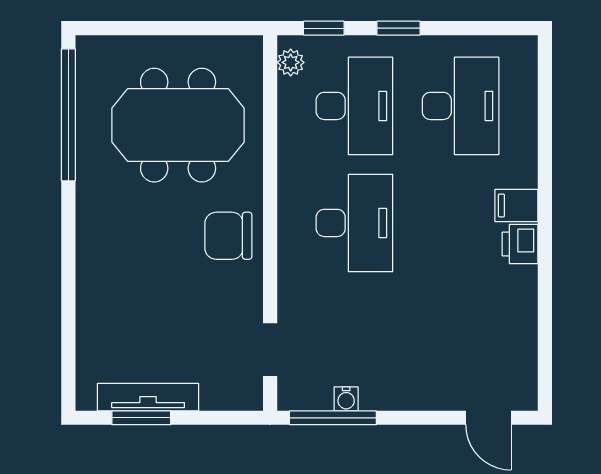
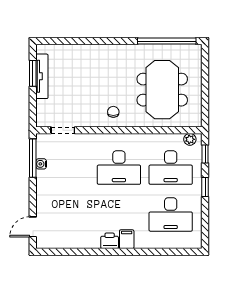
chair: (228, 236) -> (113, 112), width x0.54, depth x0.54

